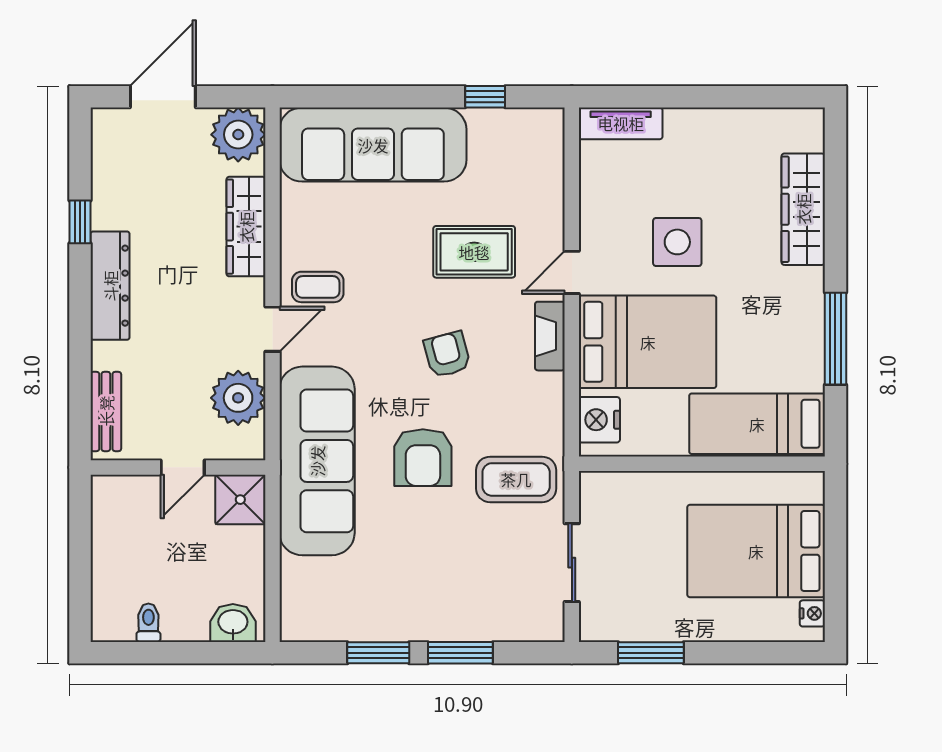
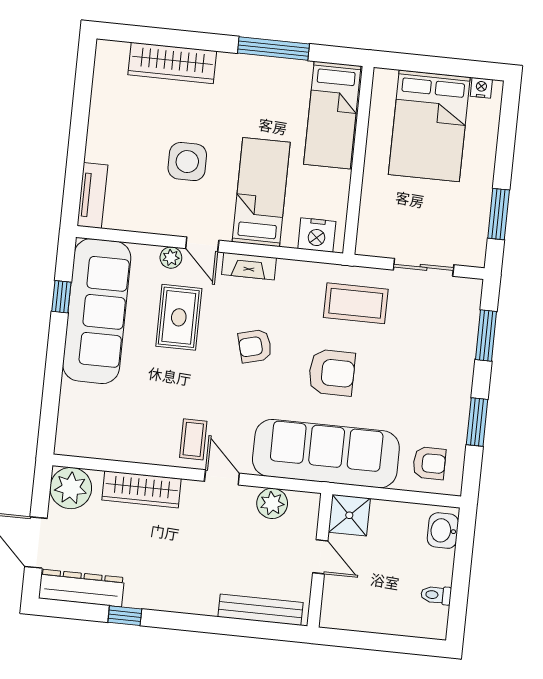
sofa: (373, 145) -> (97, 311), moved
plant: (551, 234) -> (171, 258), added
dresser: (110, 286) -> (81, 588), moved
bed: (648, 342) -> (261, 192), width x0.67
plant: (238, 398) -> (272, 503), width x0.73, depth x0.73
bench: (106, 411) -> (261, 610), width x1.36
coffee table: (516, 479) -> (356, 303), turned 90
armchair: (319, 596) -> (429, 463), added
window: (460, 653) -> (486, 335), moved

